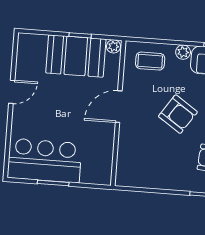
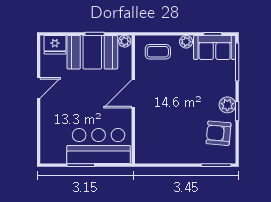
fridge: (34, 44) -> (55, 45), added
armchair: (178, 114) -> (186, 96), removed
bar counter: (45, 161) -> (99, 146), moved

